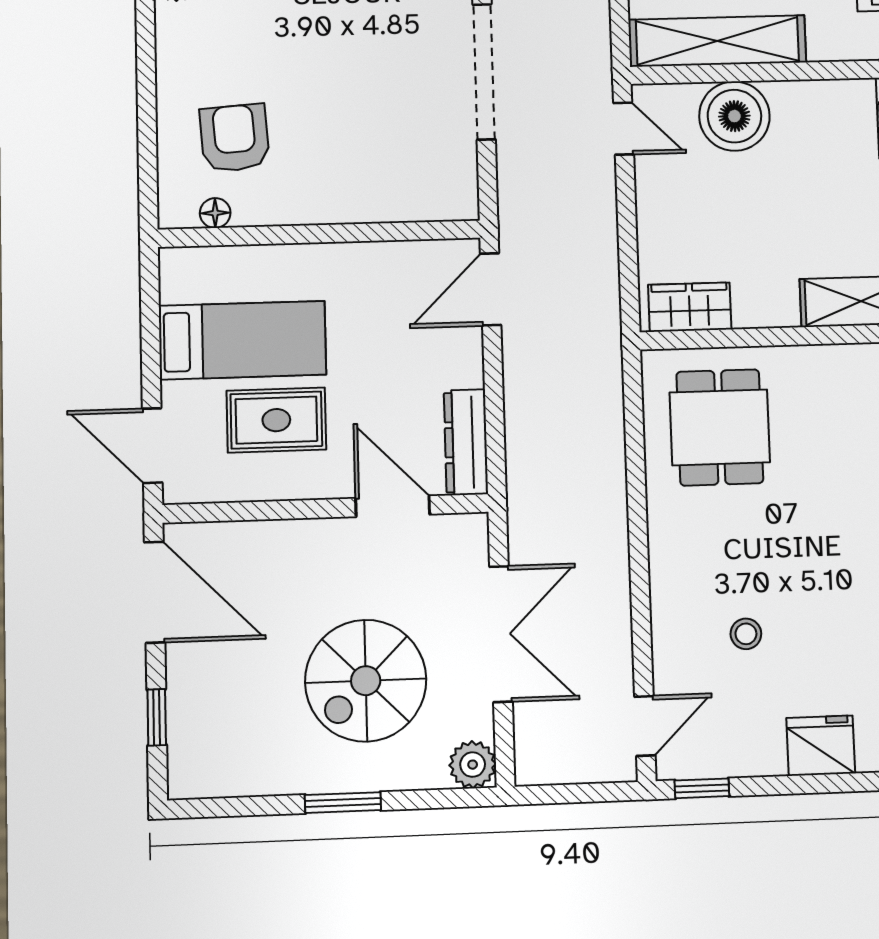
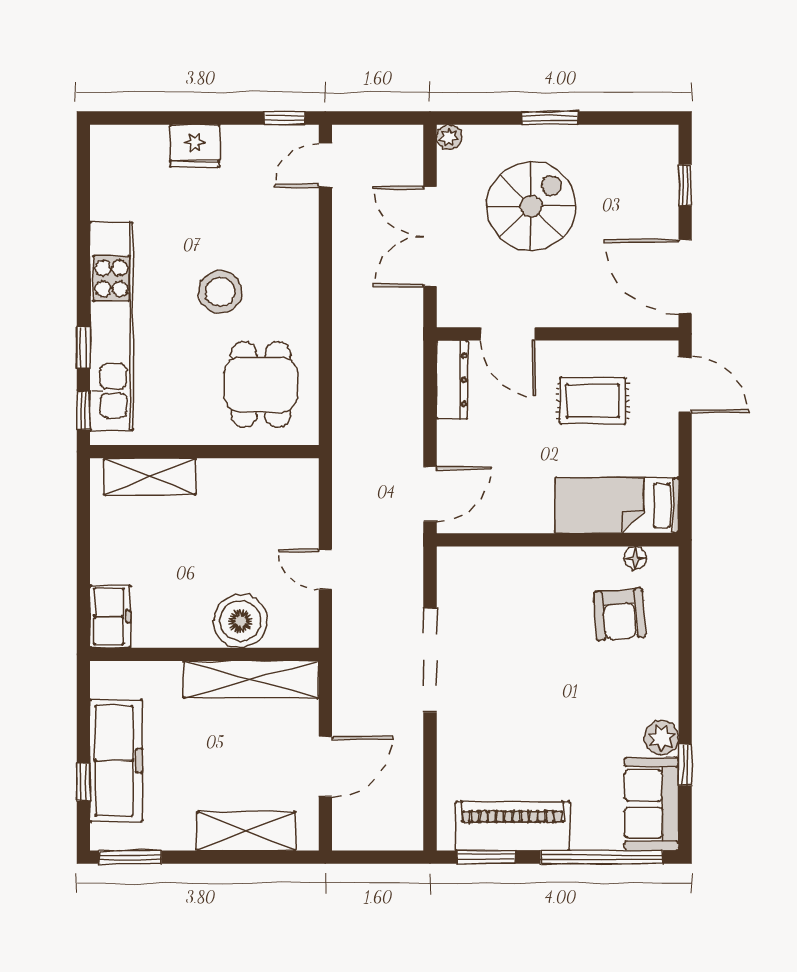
door: (624, 129) -> (325, 569), moved
wardrobe: (690, 307) -> (280, 476), removed
bed: (242, 340) -> (617, 506), moved
stool: (746, 634) -> (220, 292), moved, width x1.89, depth x1.89
plant: (473, 765) -> (449, 137), width x0.73, depth x0.73

